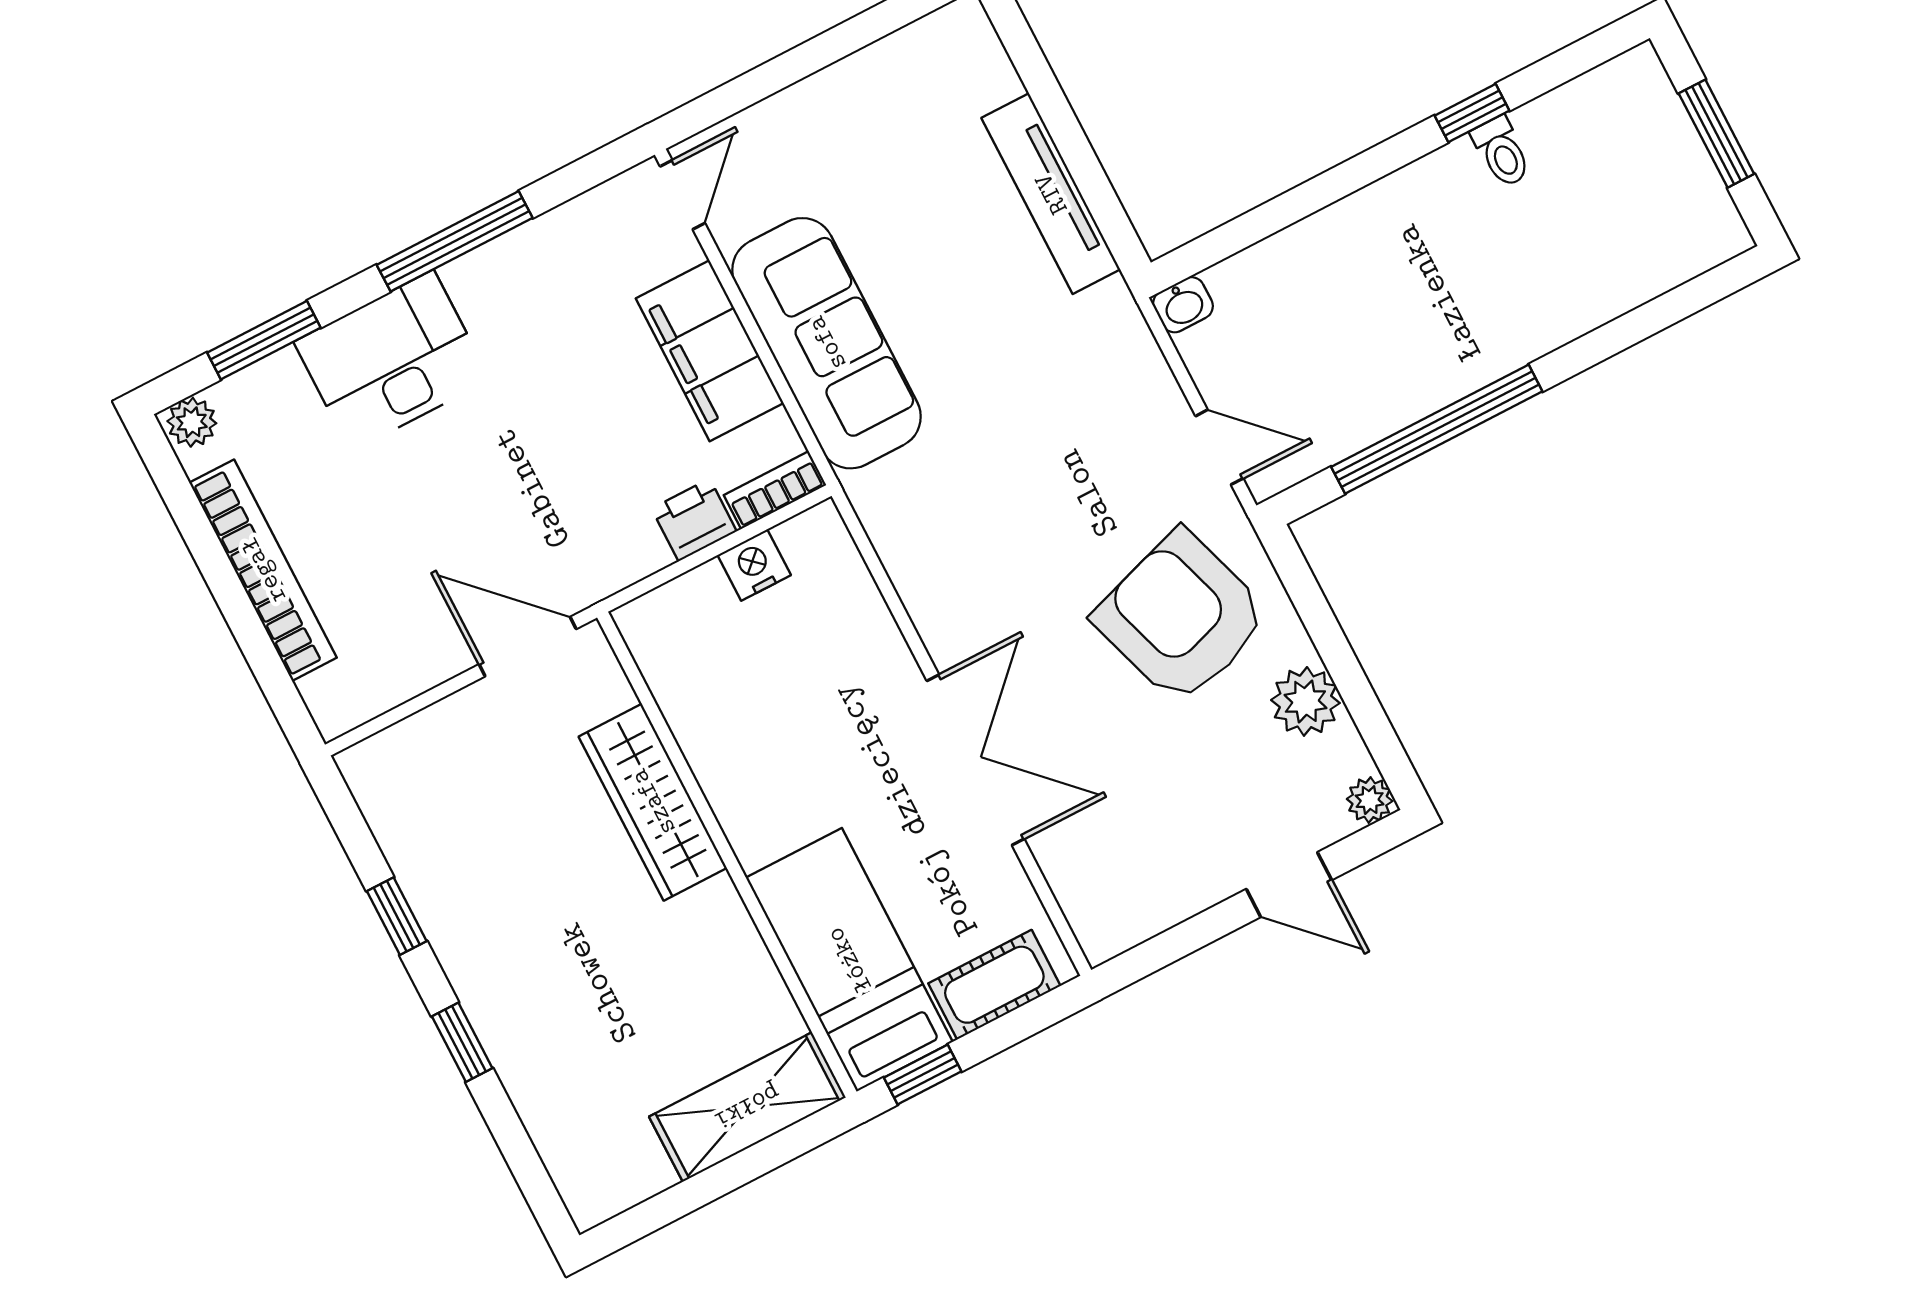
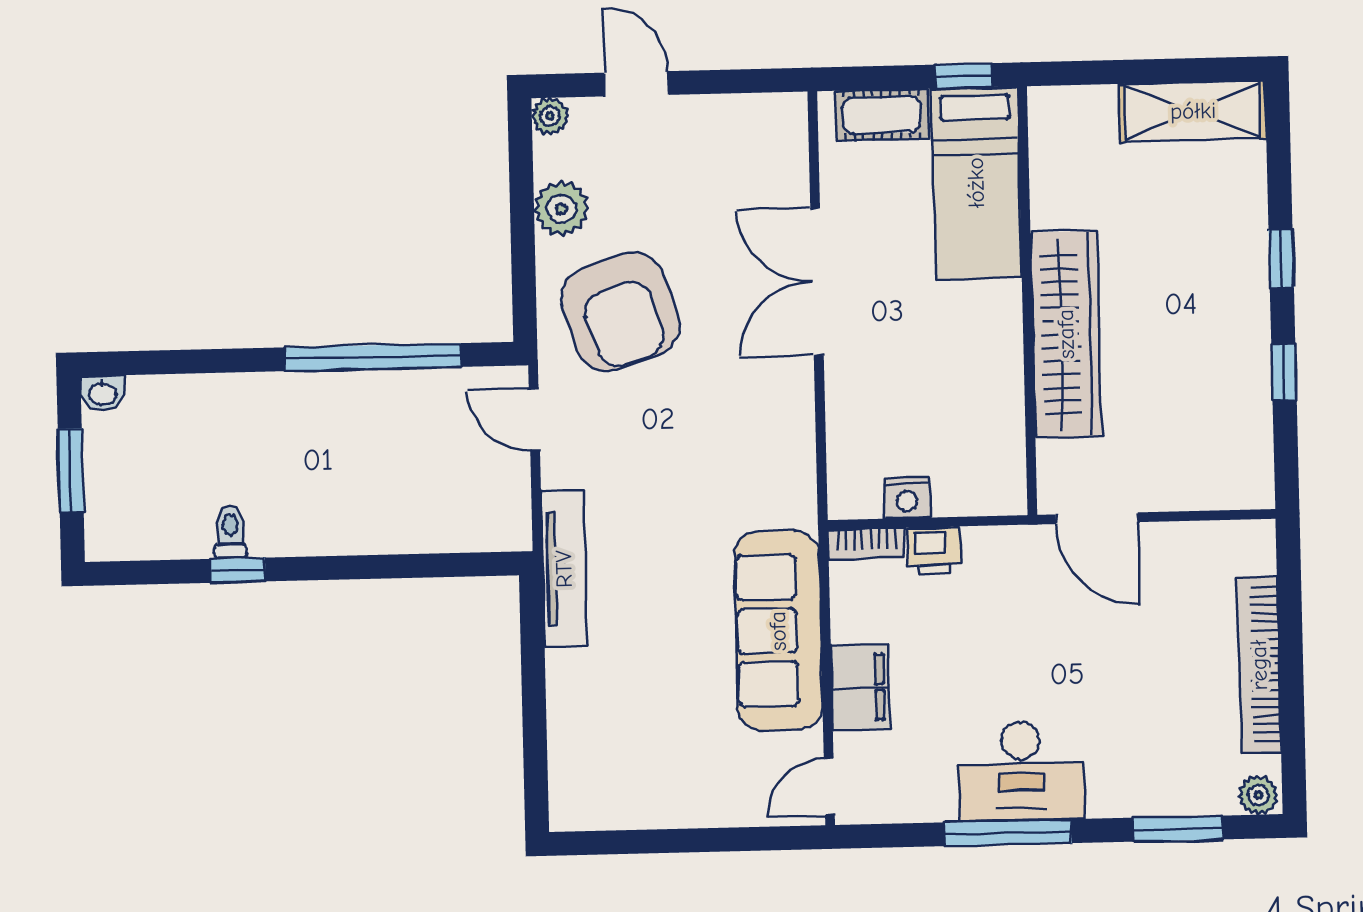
tv unit: (1051, 194) -> (564, 569), moved
washbasin: (1183, 305) -> (102, 393), moved, turned 180
filing cabinet: (710, 351) -> (860, 687), width x0.67, depth x0.86
desk: (392, 361) -> (1021, 771), moved
wardrobe: (653, 802) -> (1066, 334), width x1.40, depth x1.17
shelving: (747, 1107) -> (1193, 111), moved

